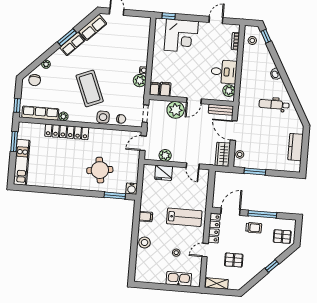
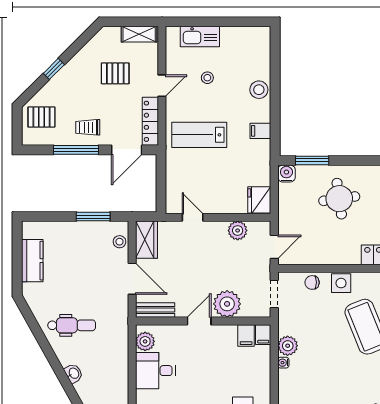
fridge: (164, 173) -> (259, 200), moved, turned -90

